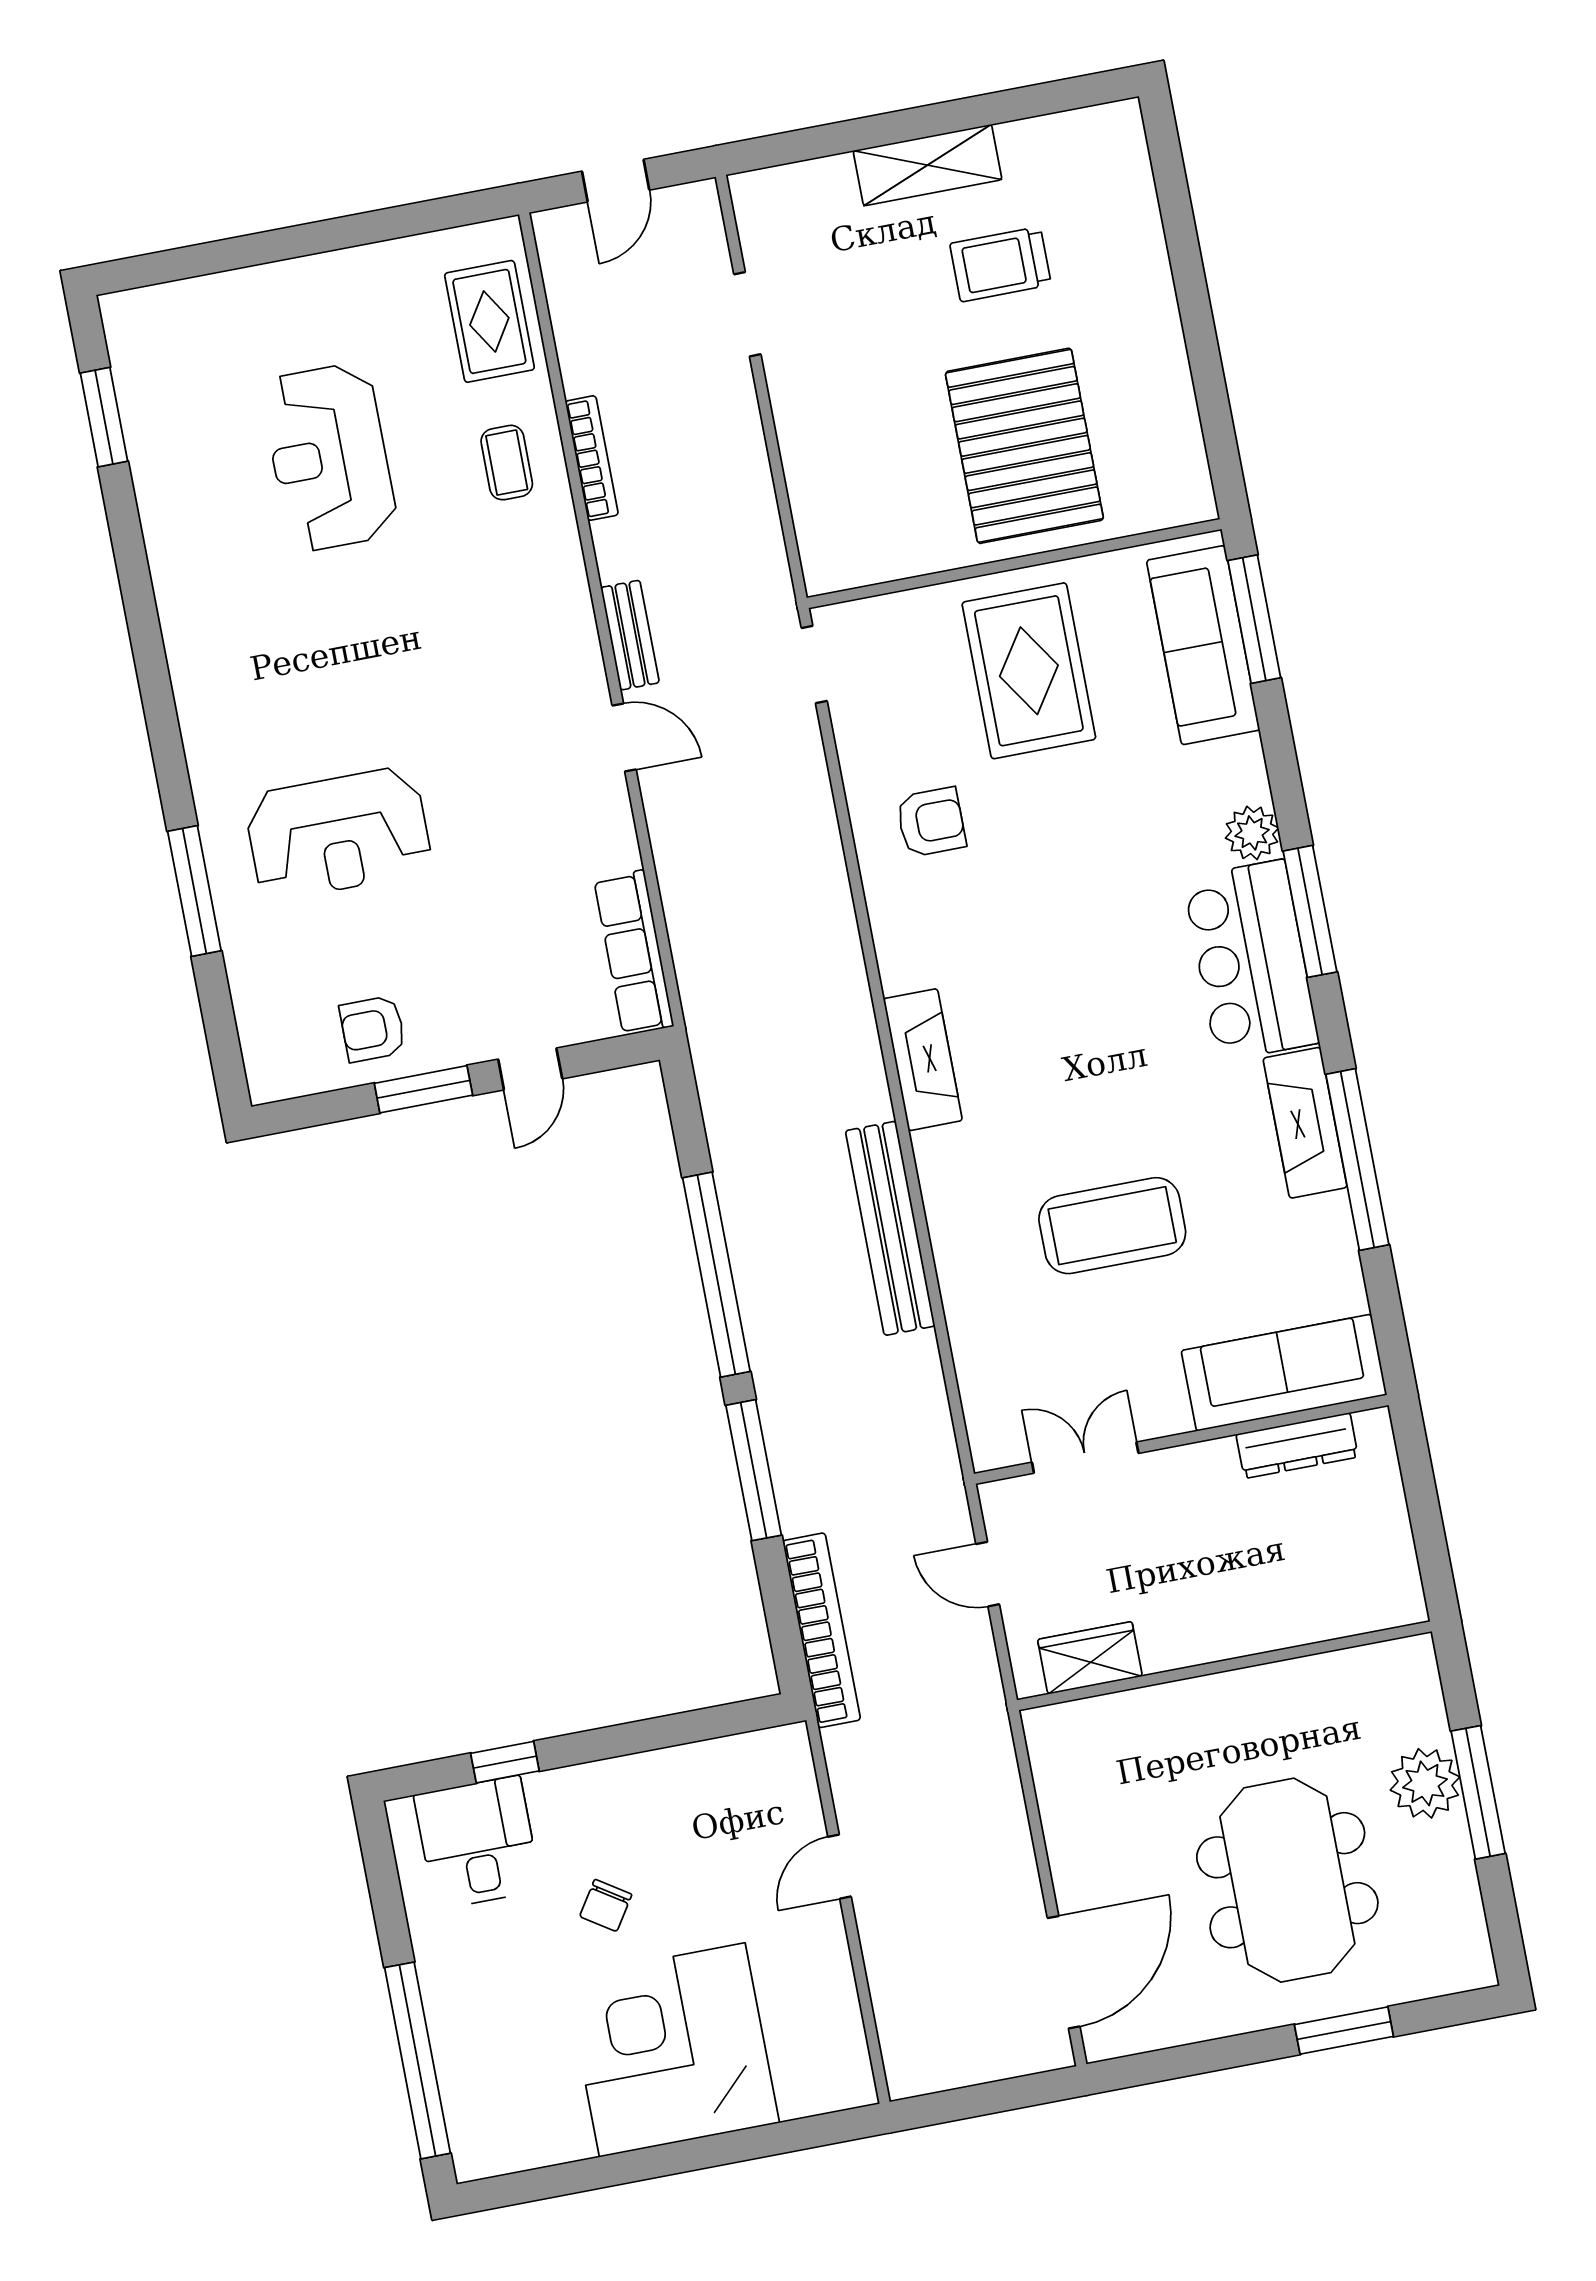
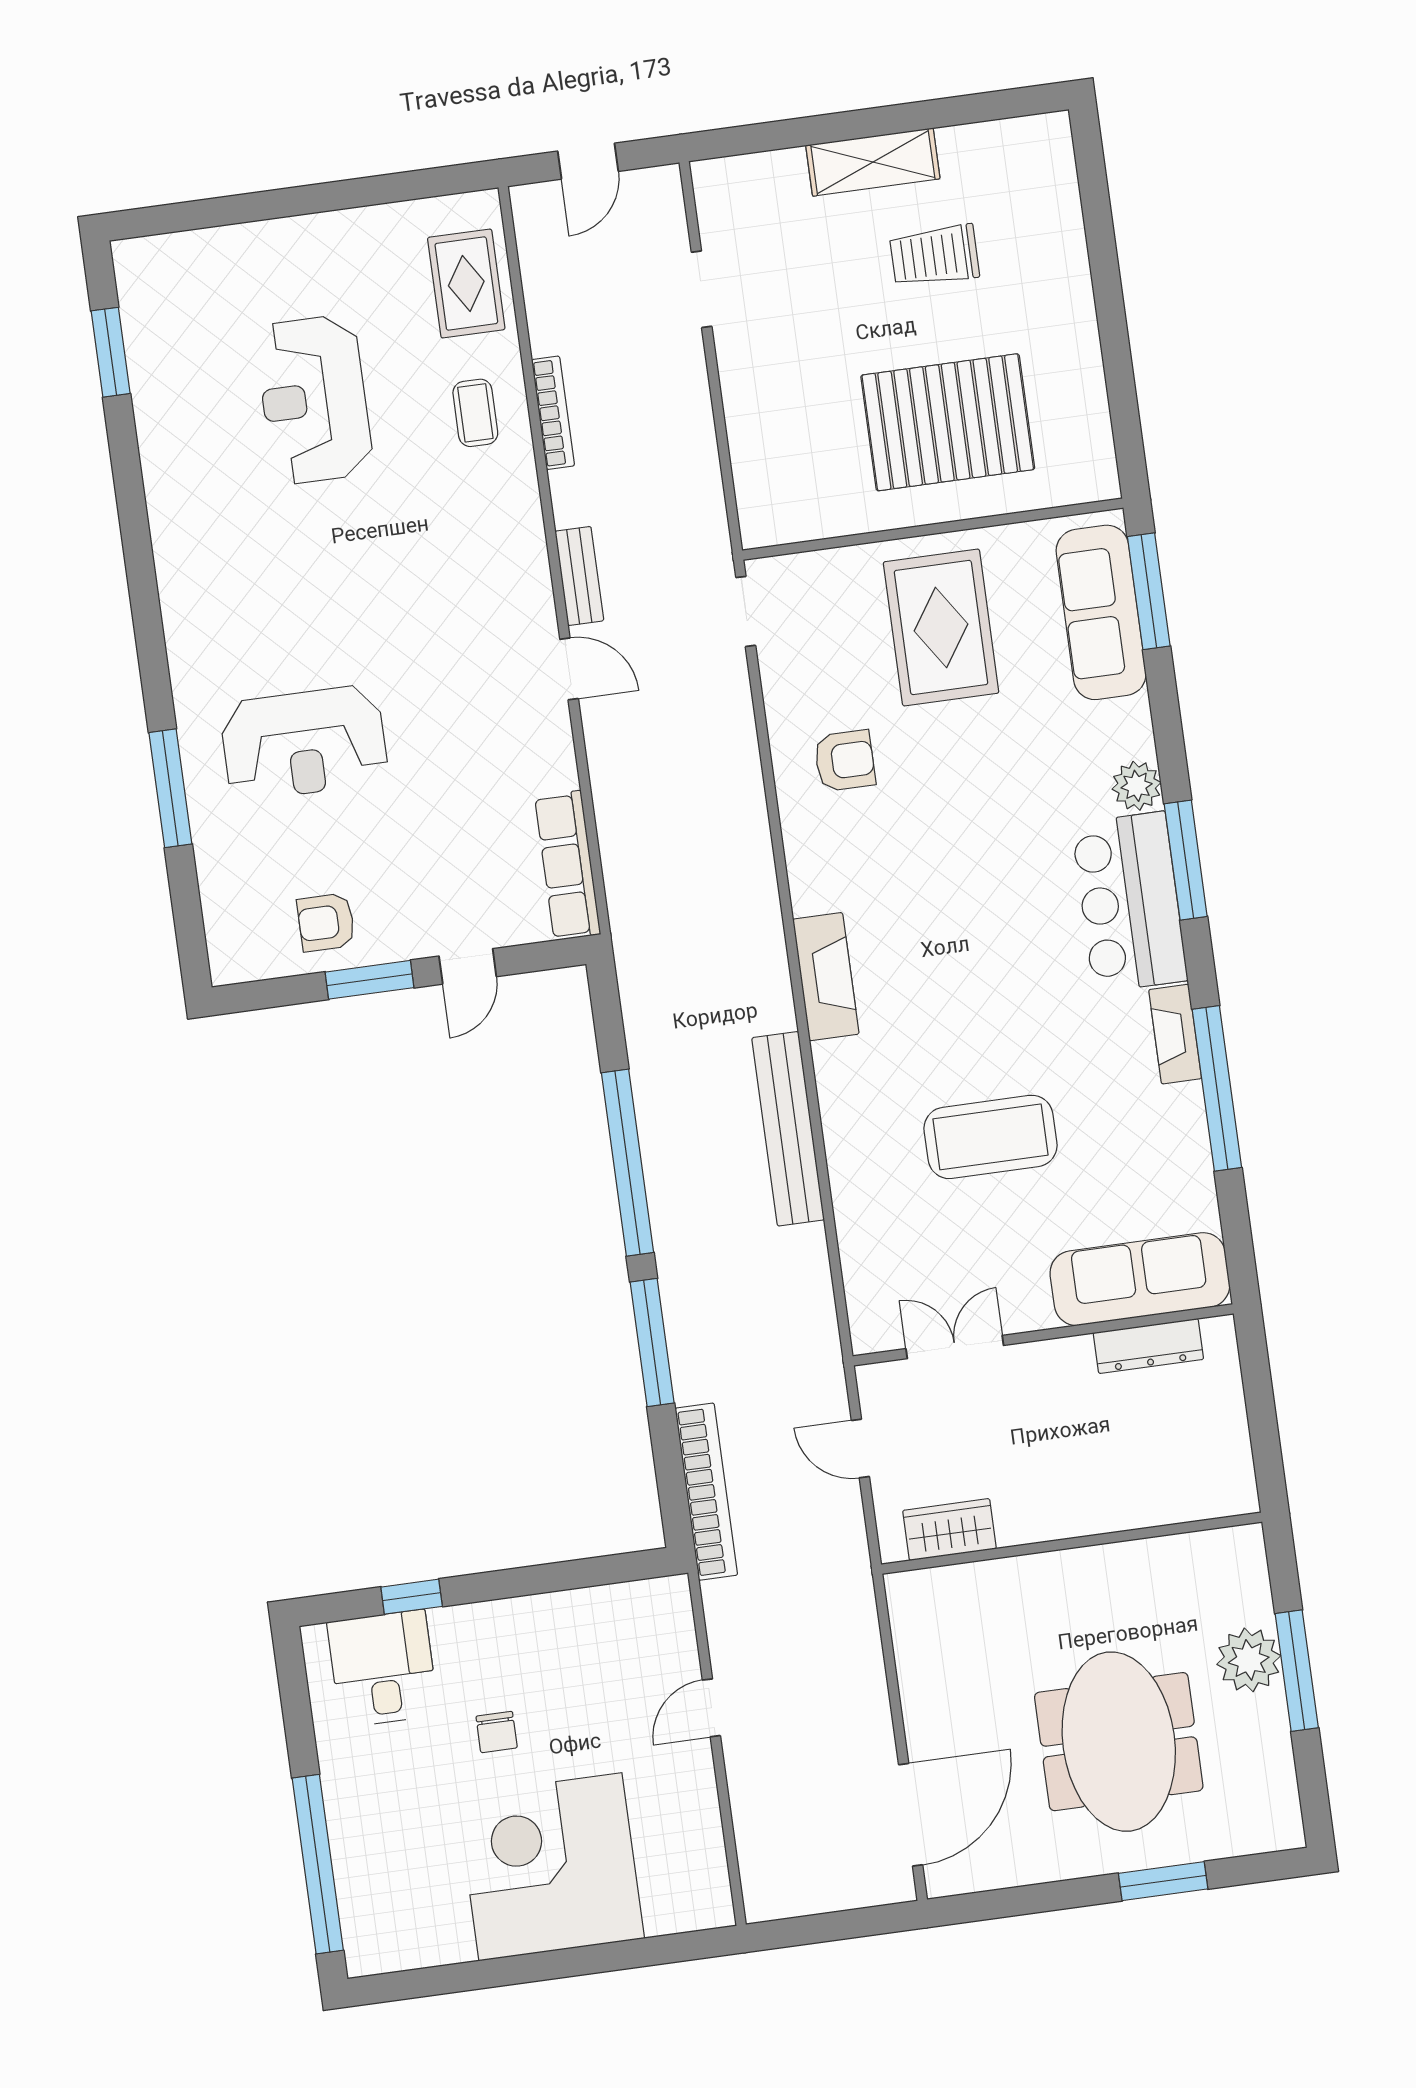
pallet: (1024, 446) -> (948, 422), turned 90
fireplace: (1305, 1123) -> (1175, 1034), width x0.73, depth x0.76
chair: (606, 1905) -> (497, 1732), turned -33

